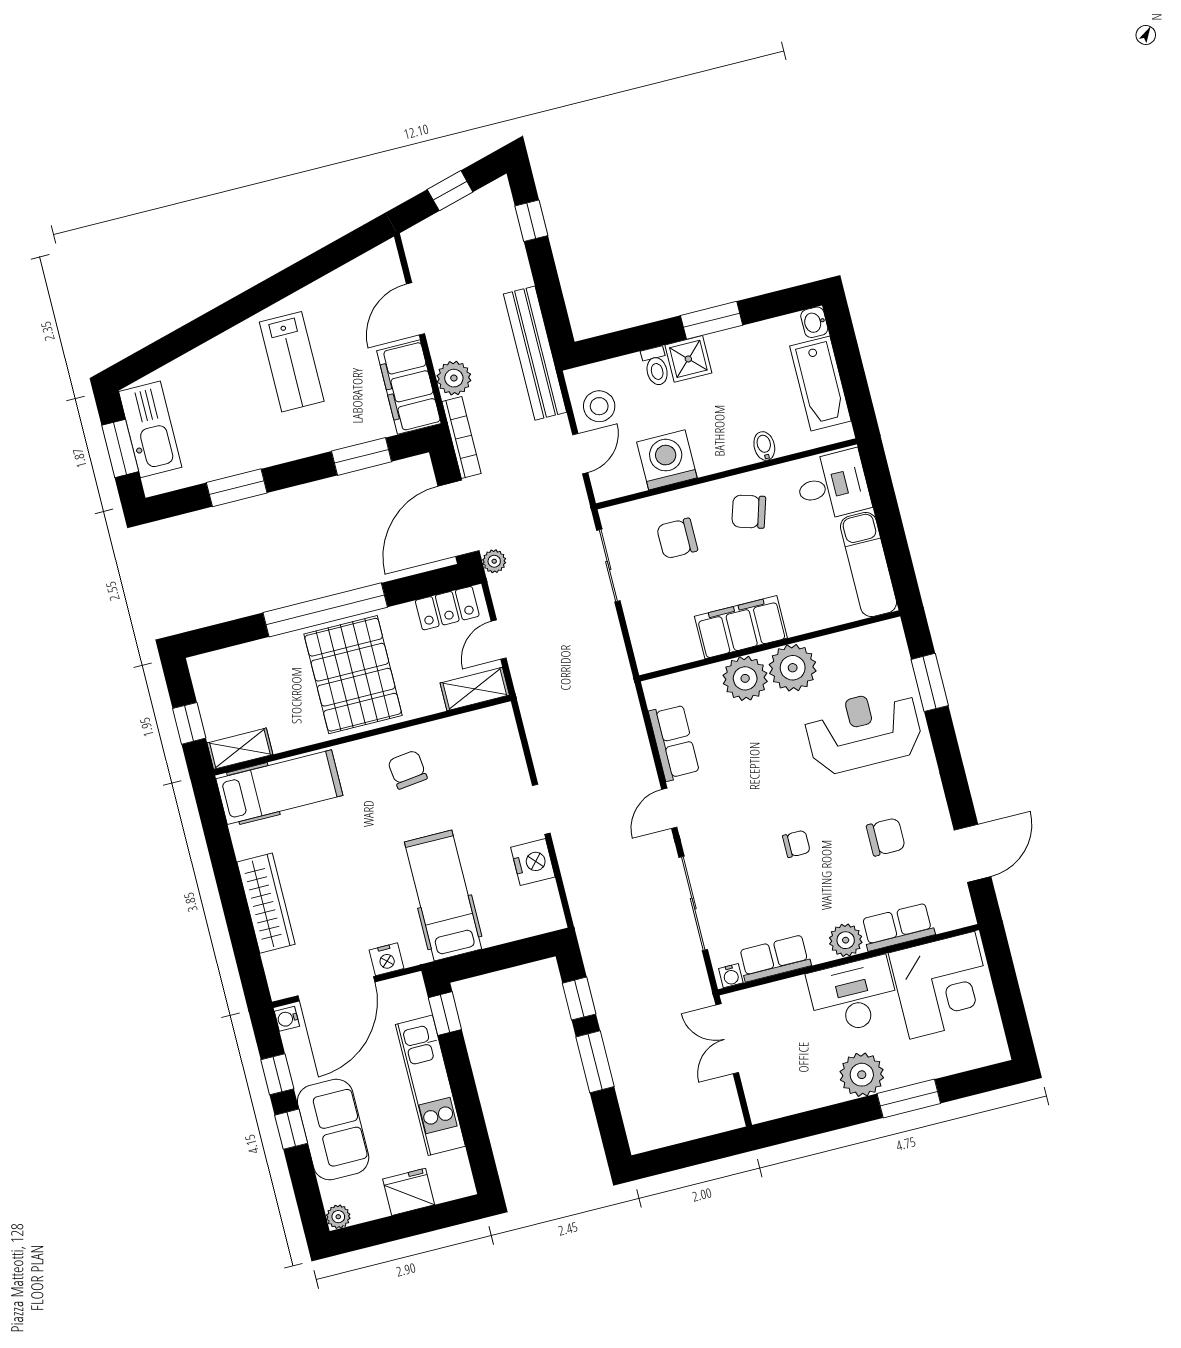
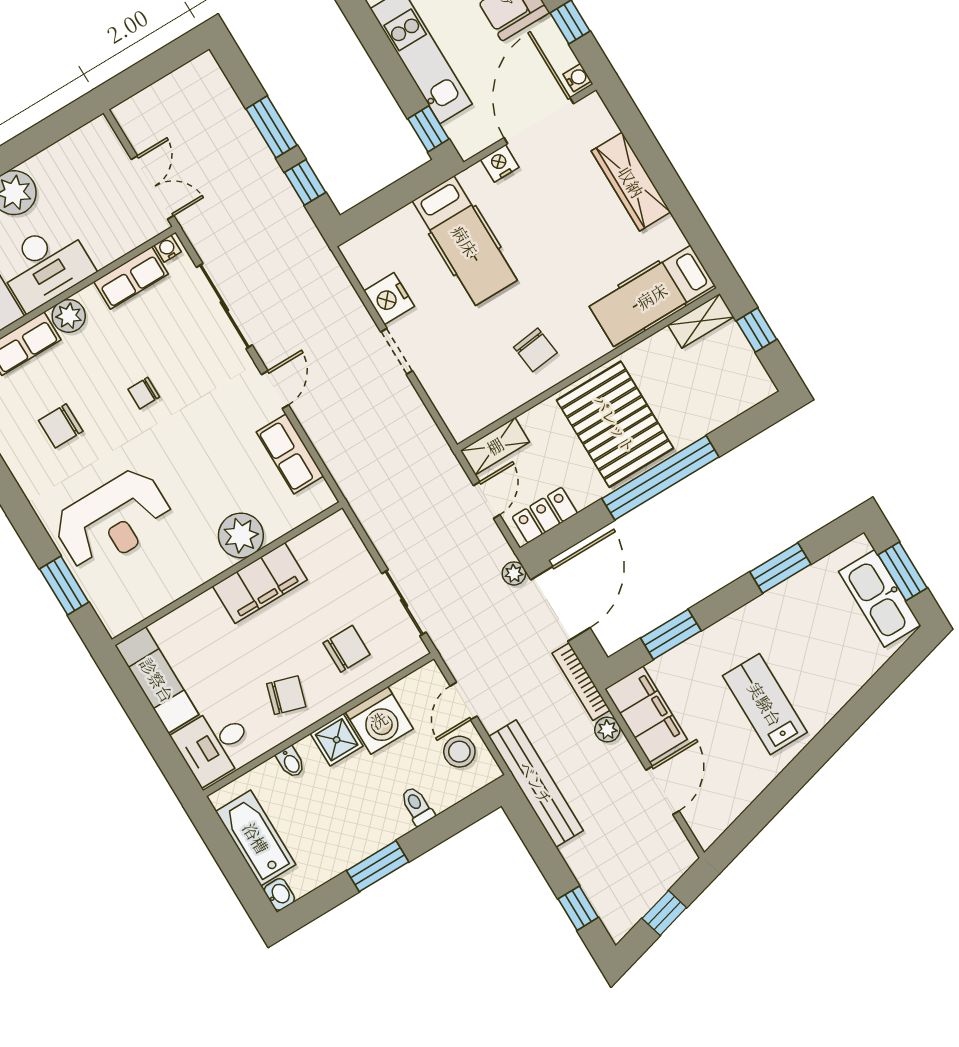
shower: (688, 359) -> (337, 740), moved
plant: (454, 378) -> (607, 729), width x0.73, depth x0.73
plant: (793, 668) -> (199, 560), removed

